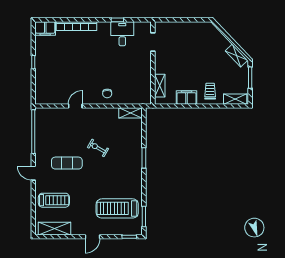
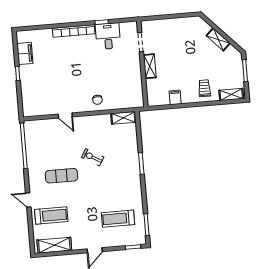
bookcase: (76, 26) -> (74, 31), moved
filing cabinet: (45, 28) -> (25, 53), moved, turned -90
shelving: (236, 55) -> (218, 39), moved
shelving: (160, 86) -> (150, 66), moved
filing cabinet: (187, 97) -> (175, 97), width x0.50
door: (75, 106) -> (65, 116), swing flipped
door: (33, 173) -> (28, 200), moved
treadmill: (117, 208) -> (118, 219), width x0.73, depth x0.73

